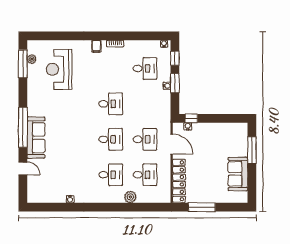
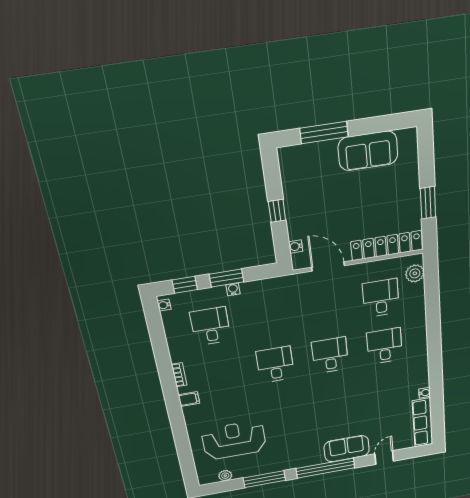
window: (23, 64) -> (264, 479), moved
reception desk: (59, 69) -> (234, 440), turned 180
window: (191, 118) -> (277, 211), moved
sofa: (36, 138) -> (347, 449), width x0.73
desk: (145, 139) -> (325, 307), removed
door: (172, 144) -> (328, 267), hinge flipped
row of seats: (46, 197) -> (423, 423), added
plant: (130, 197) -> (415, 273), moved
window: (202, 207) -> (428, 203), width x0.69

